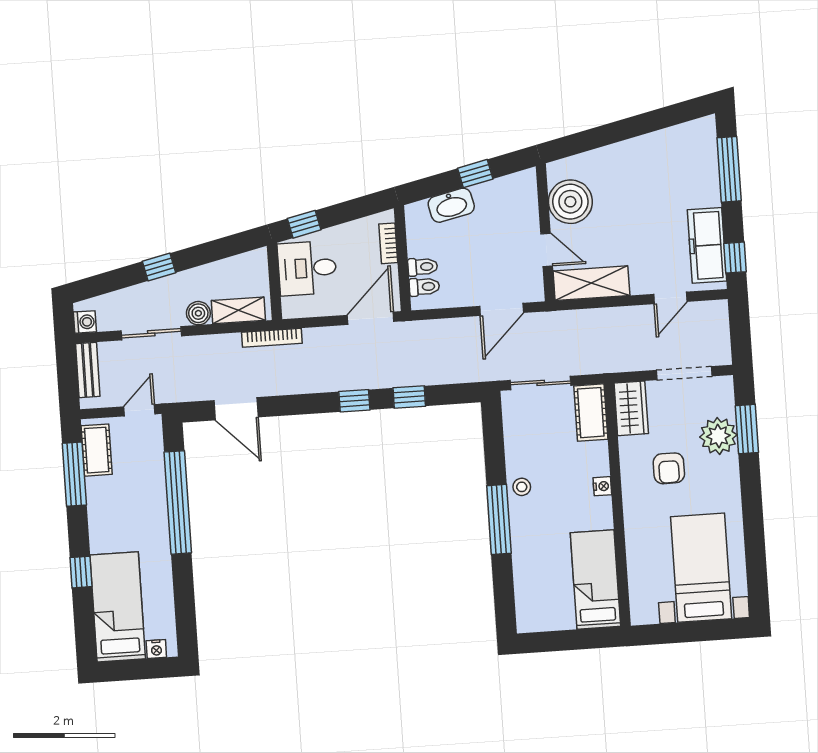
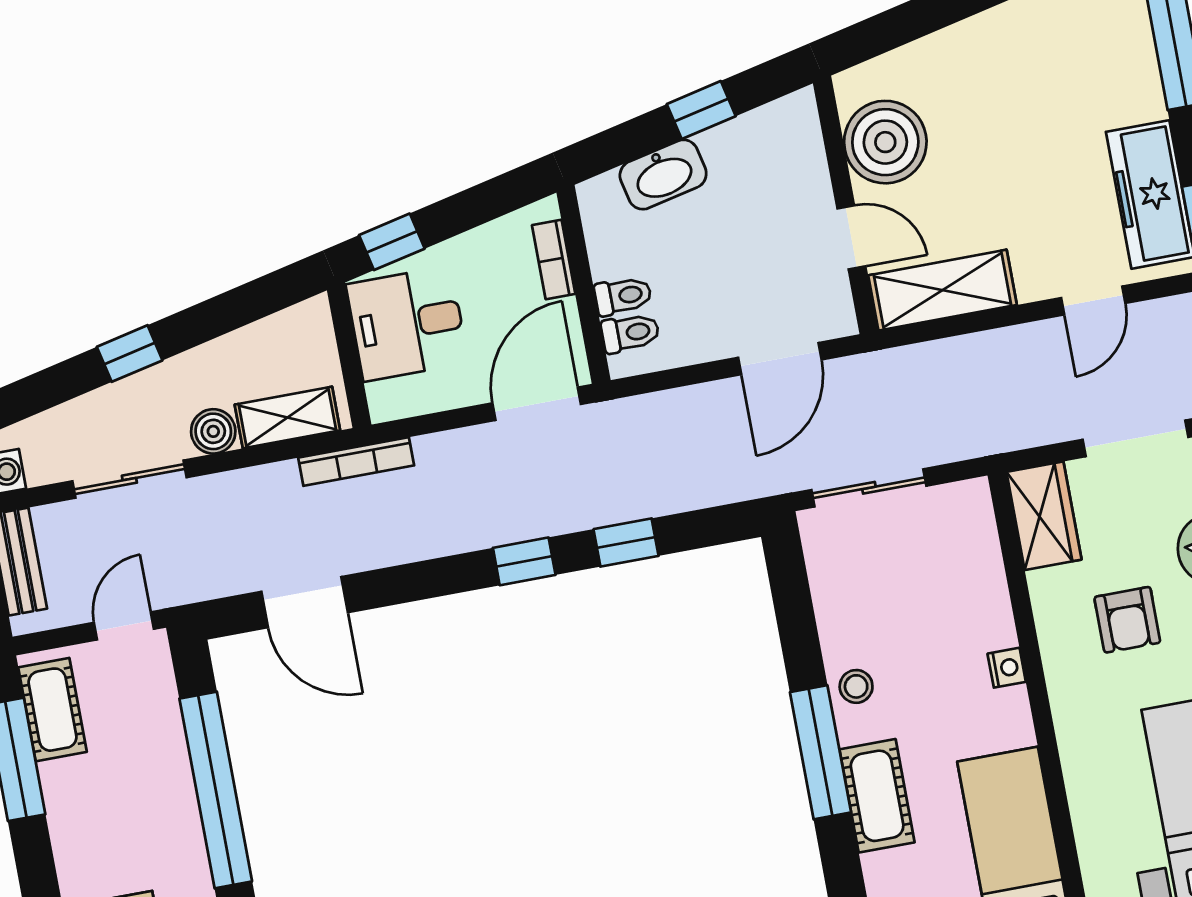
cot: (591, 413) -> (877, 796), moved

